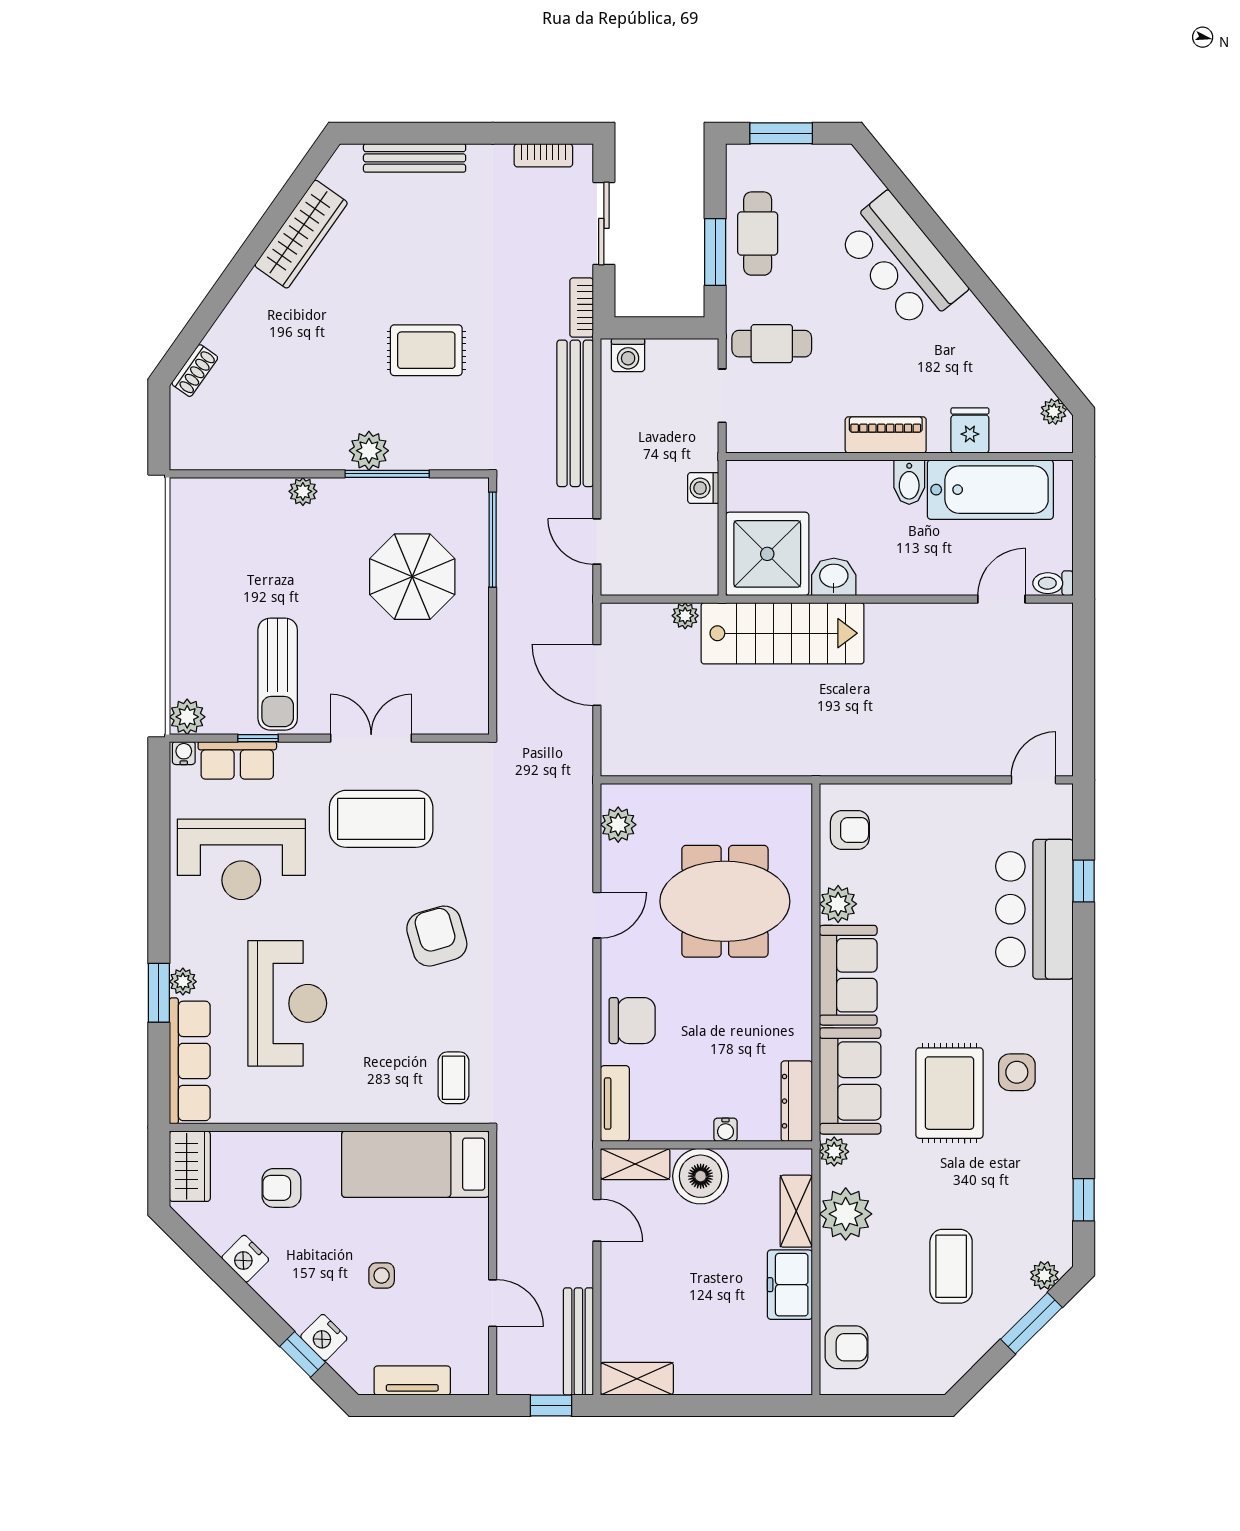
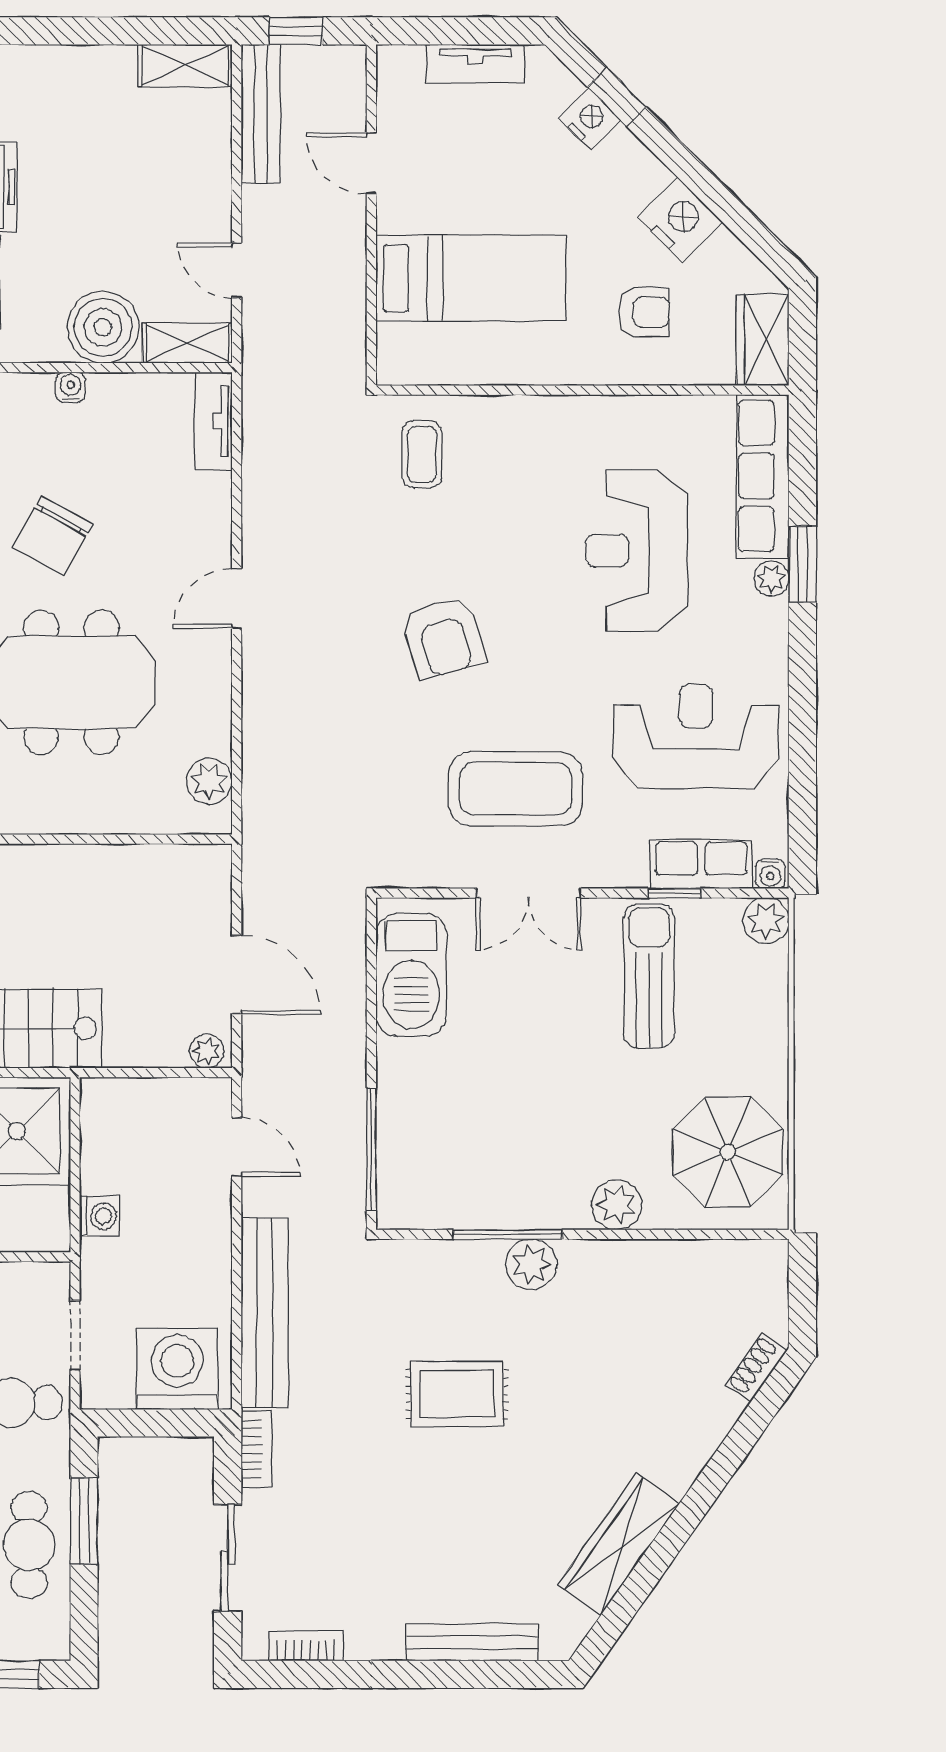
washing machine: (628, 355) -> (177, 1369), width x1.89, depth x1.89
plant: (303, 491) -> (616, 1205), width x1.38, depth x1.38
parasol: (412, 577) -> (728, 1152), moved
plant: (685, 616) -> (207, 1051), moved
barbecue: (462, 675) -> (411, 975), added
door: (597, 915) -> (237, 598), moved
chair: (632, 1021) -> (53, 536), moved, turned -61
bed: (415, 1164) -> (471, 278), moved
nightstand: (245, 1259) -> (680, 220), width x1.36, depth x1.33
side table: (382, 1275) -> (515, 199), removed

